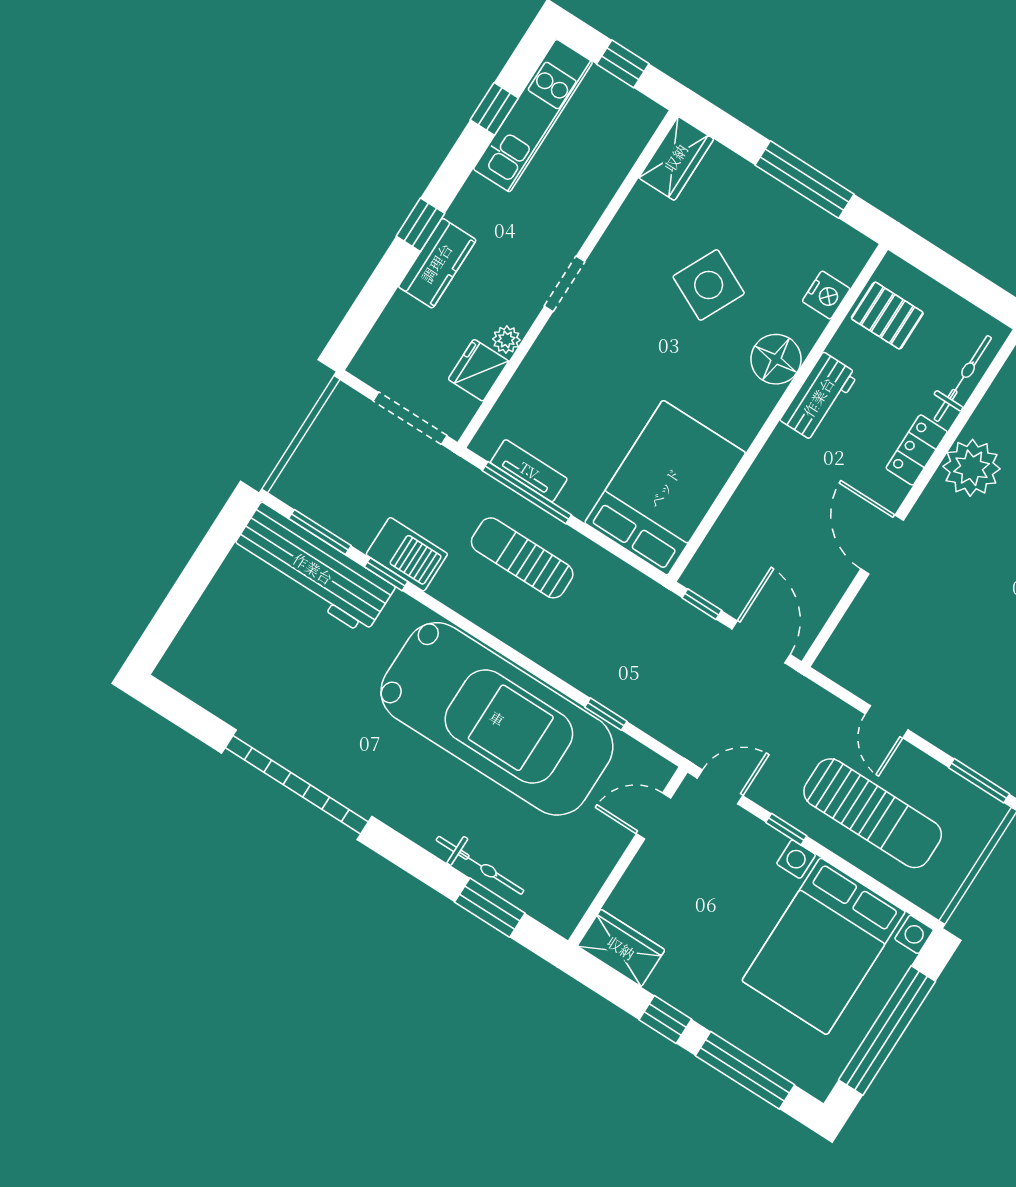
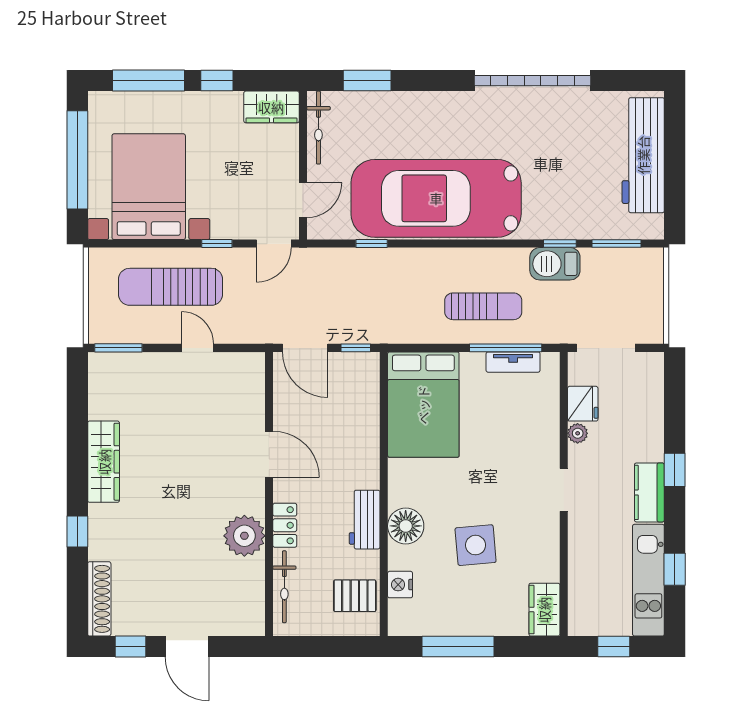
kitchen counter: (437, 263) -> (649, 492), moved
side table: (709, 285) -> (476, 545), turned -31
workbench: (313, 569) -> (643, 155), moved, turned -90
bicycle: (480, 865) -> (318, 128), moved, turned -90

